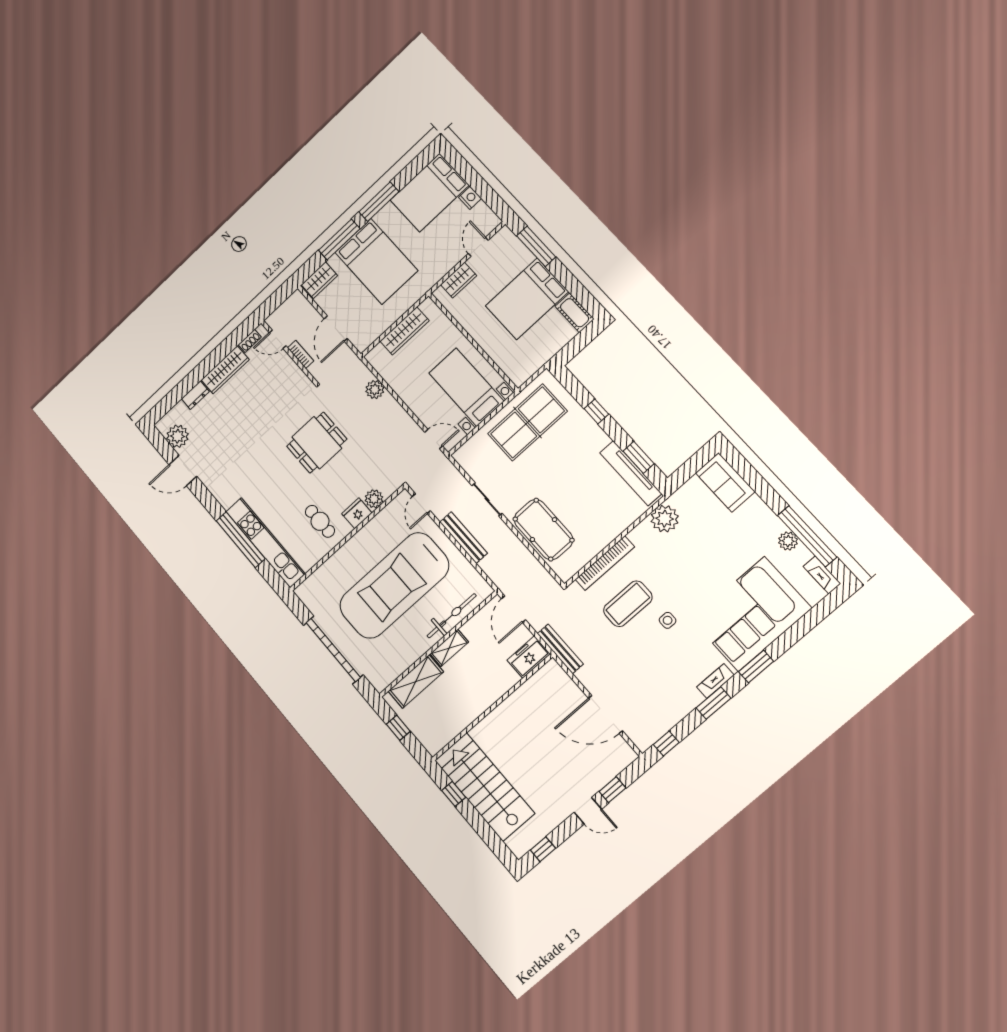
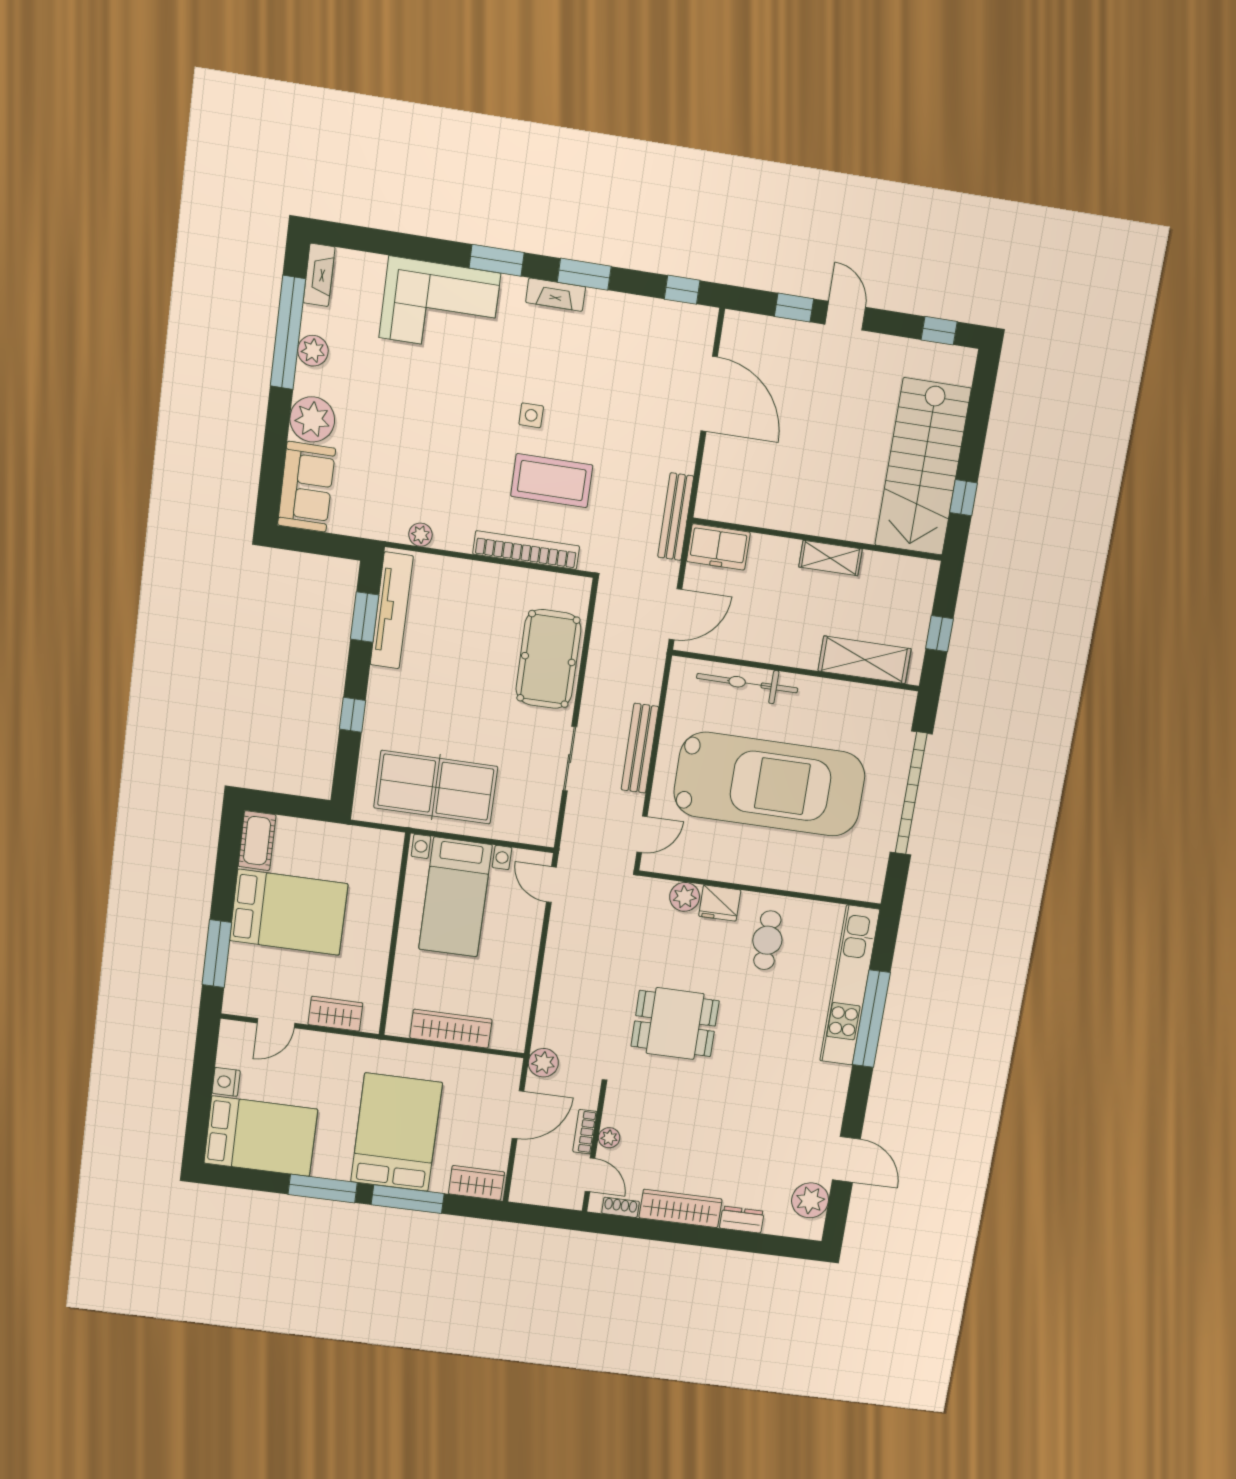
plant: (288, 364) -> (609, 1138), added
plant: (375, 390) -> (543, 1063), moved
plant: (755, 513) -> (312, 419), added
plant: (665, 519) -> (420, 535), width x0.53, depth x0.53
corner sofa: (751, 614) -> (440, 305), width x0.73, depth x0.74
shelving: (449, 648) -> (830, 558), moved

